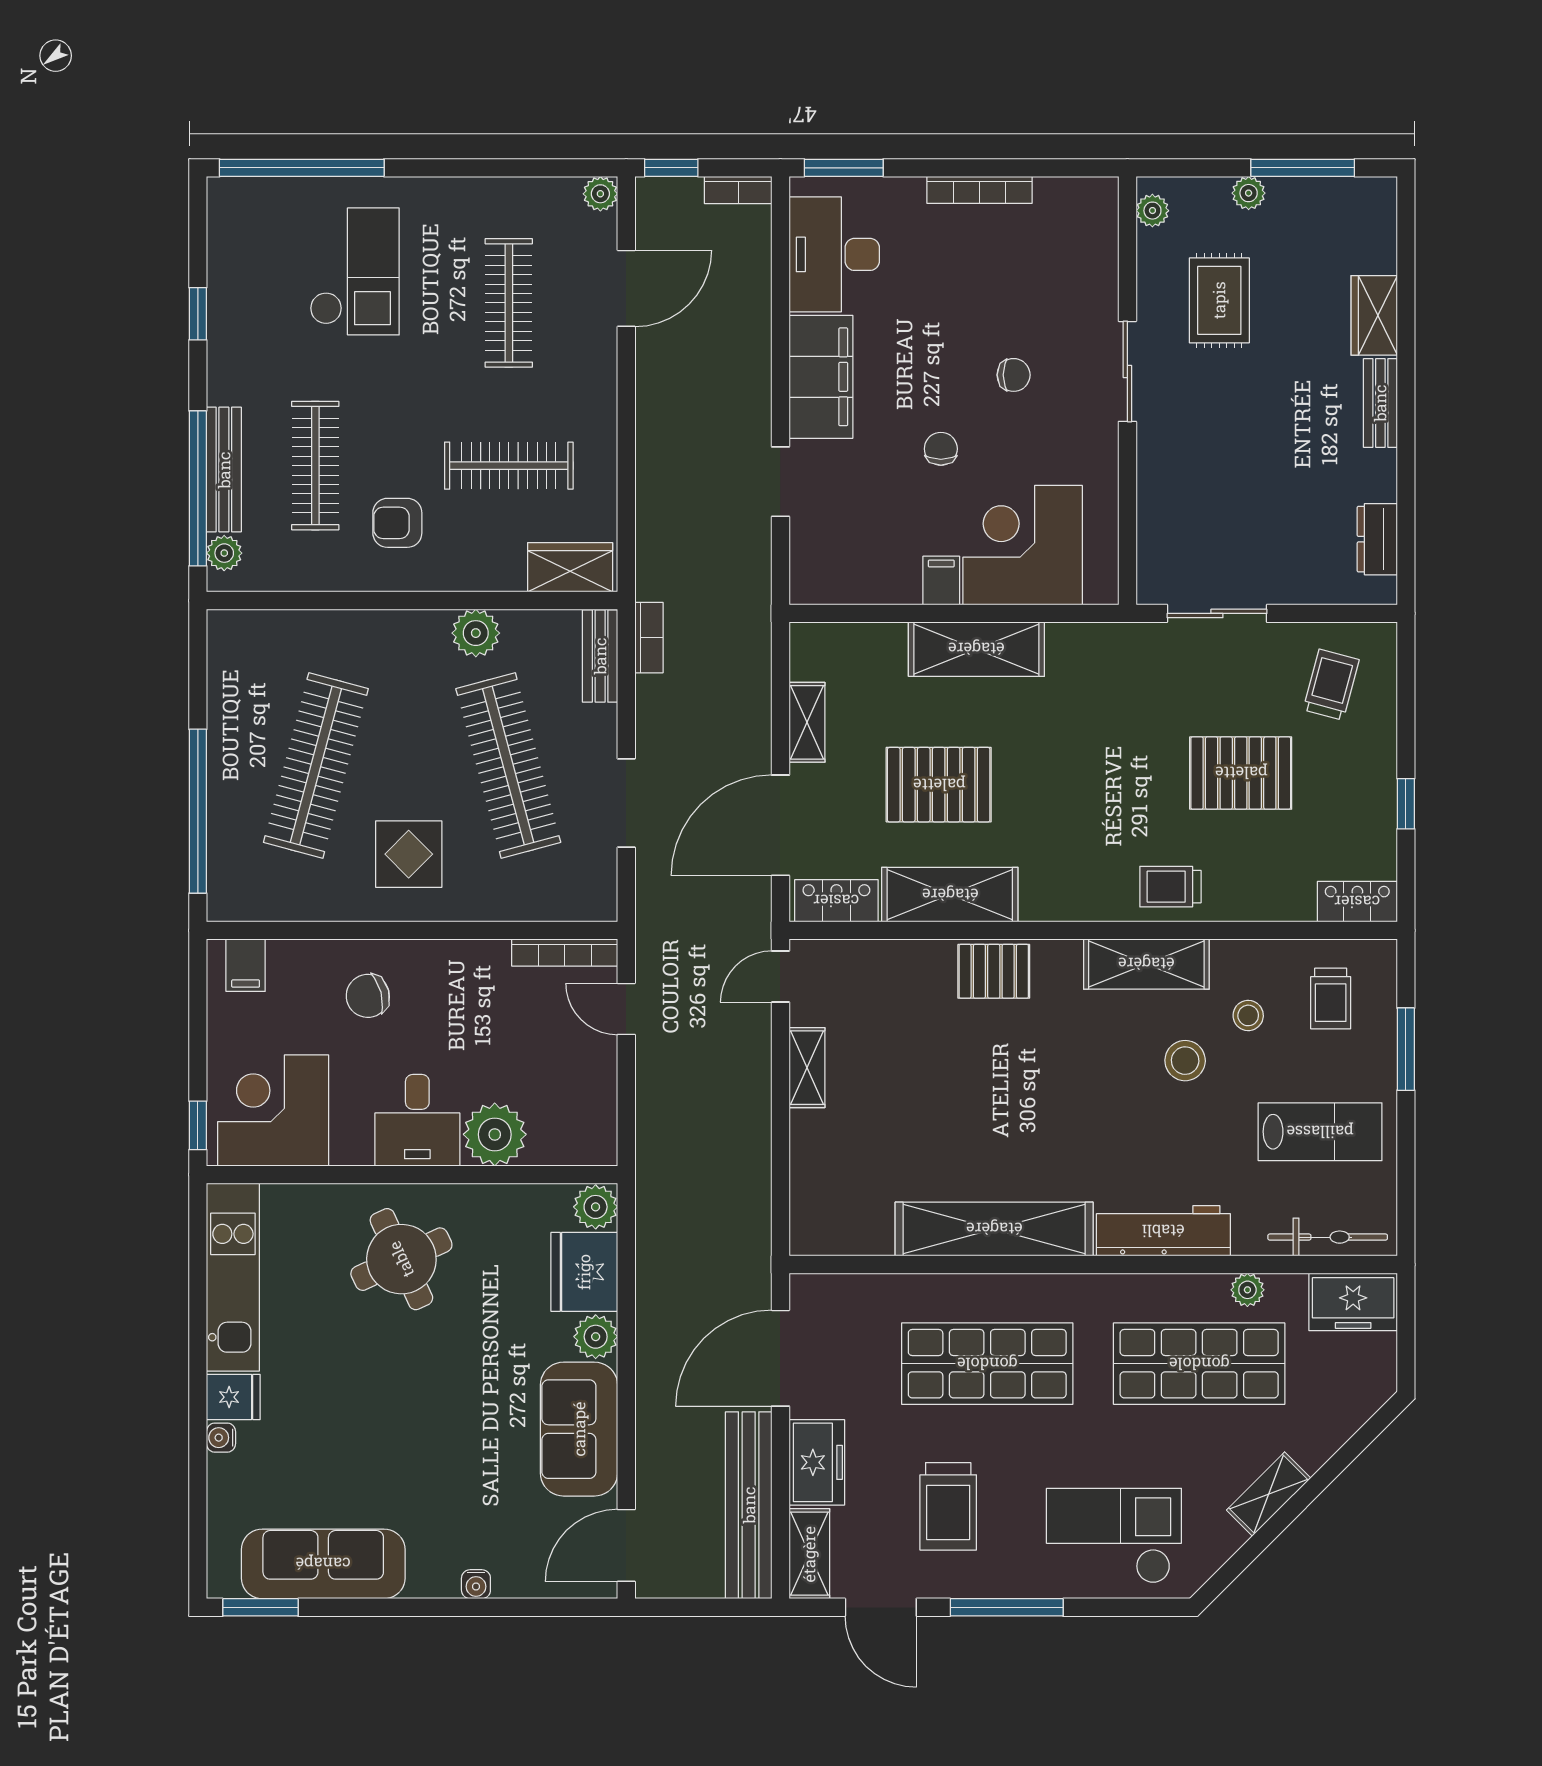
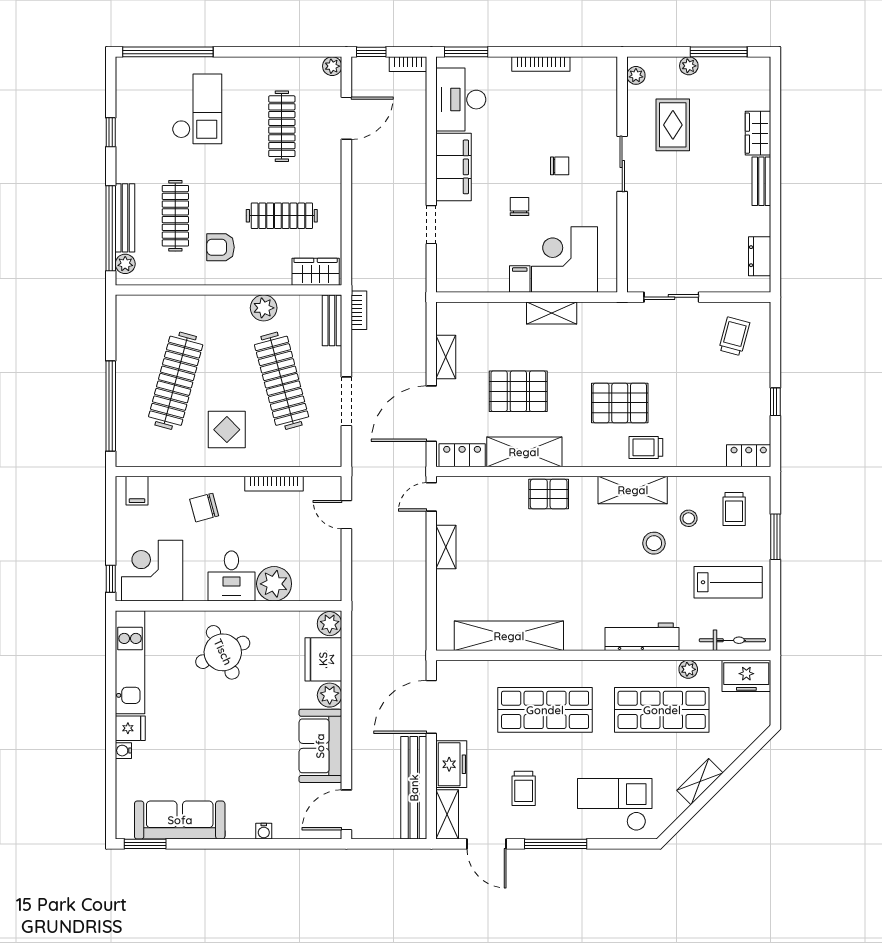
shelving: (976, 649) -> (552, 313), width x0.67, depth x0.75
pallet: (1241, 773) -> (620, 403), moved
bookcase: (565, 953) -> (274, 484), moved
shelving: (994, 1229) -> (509, 636), moved
trolley: (948, 1506) -> (524, 788), width x0.73, depth x0.72

